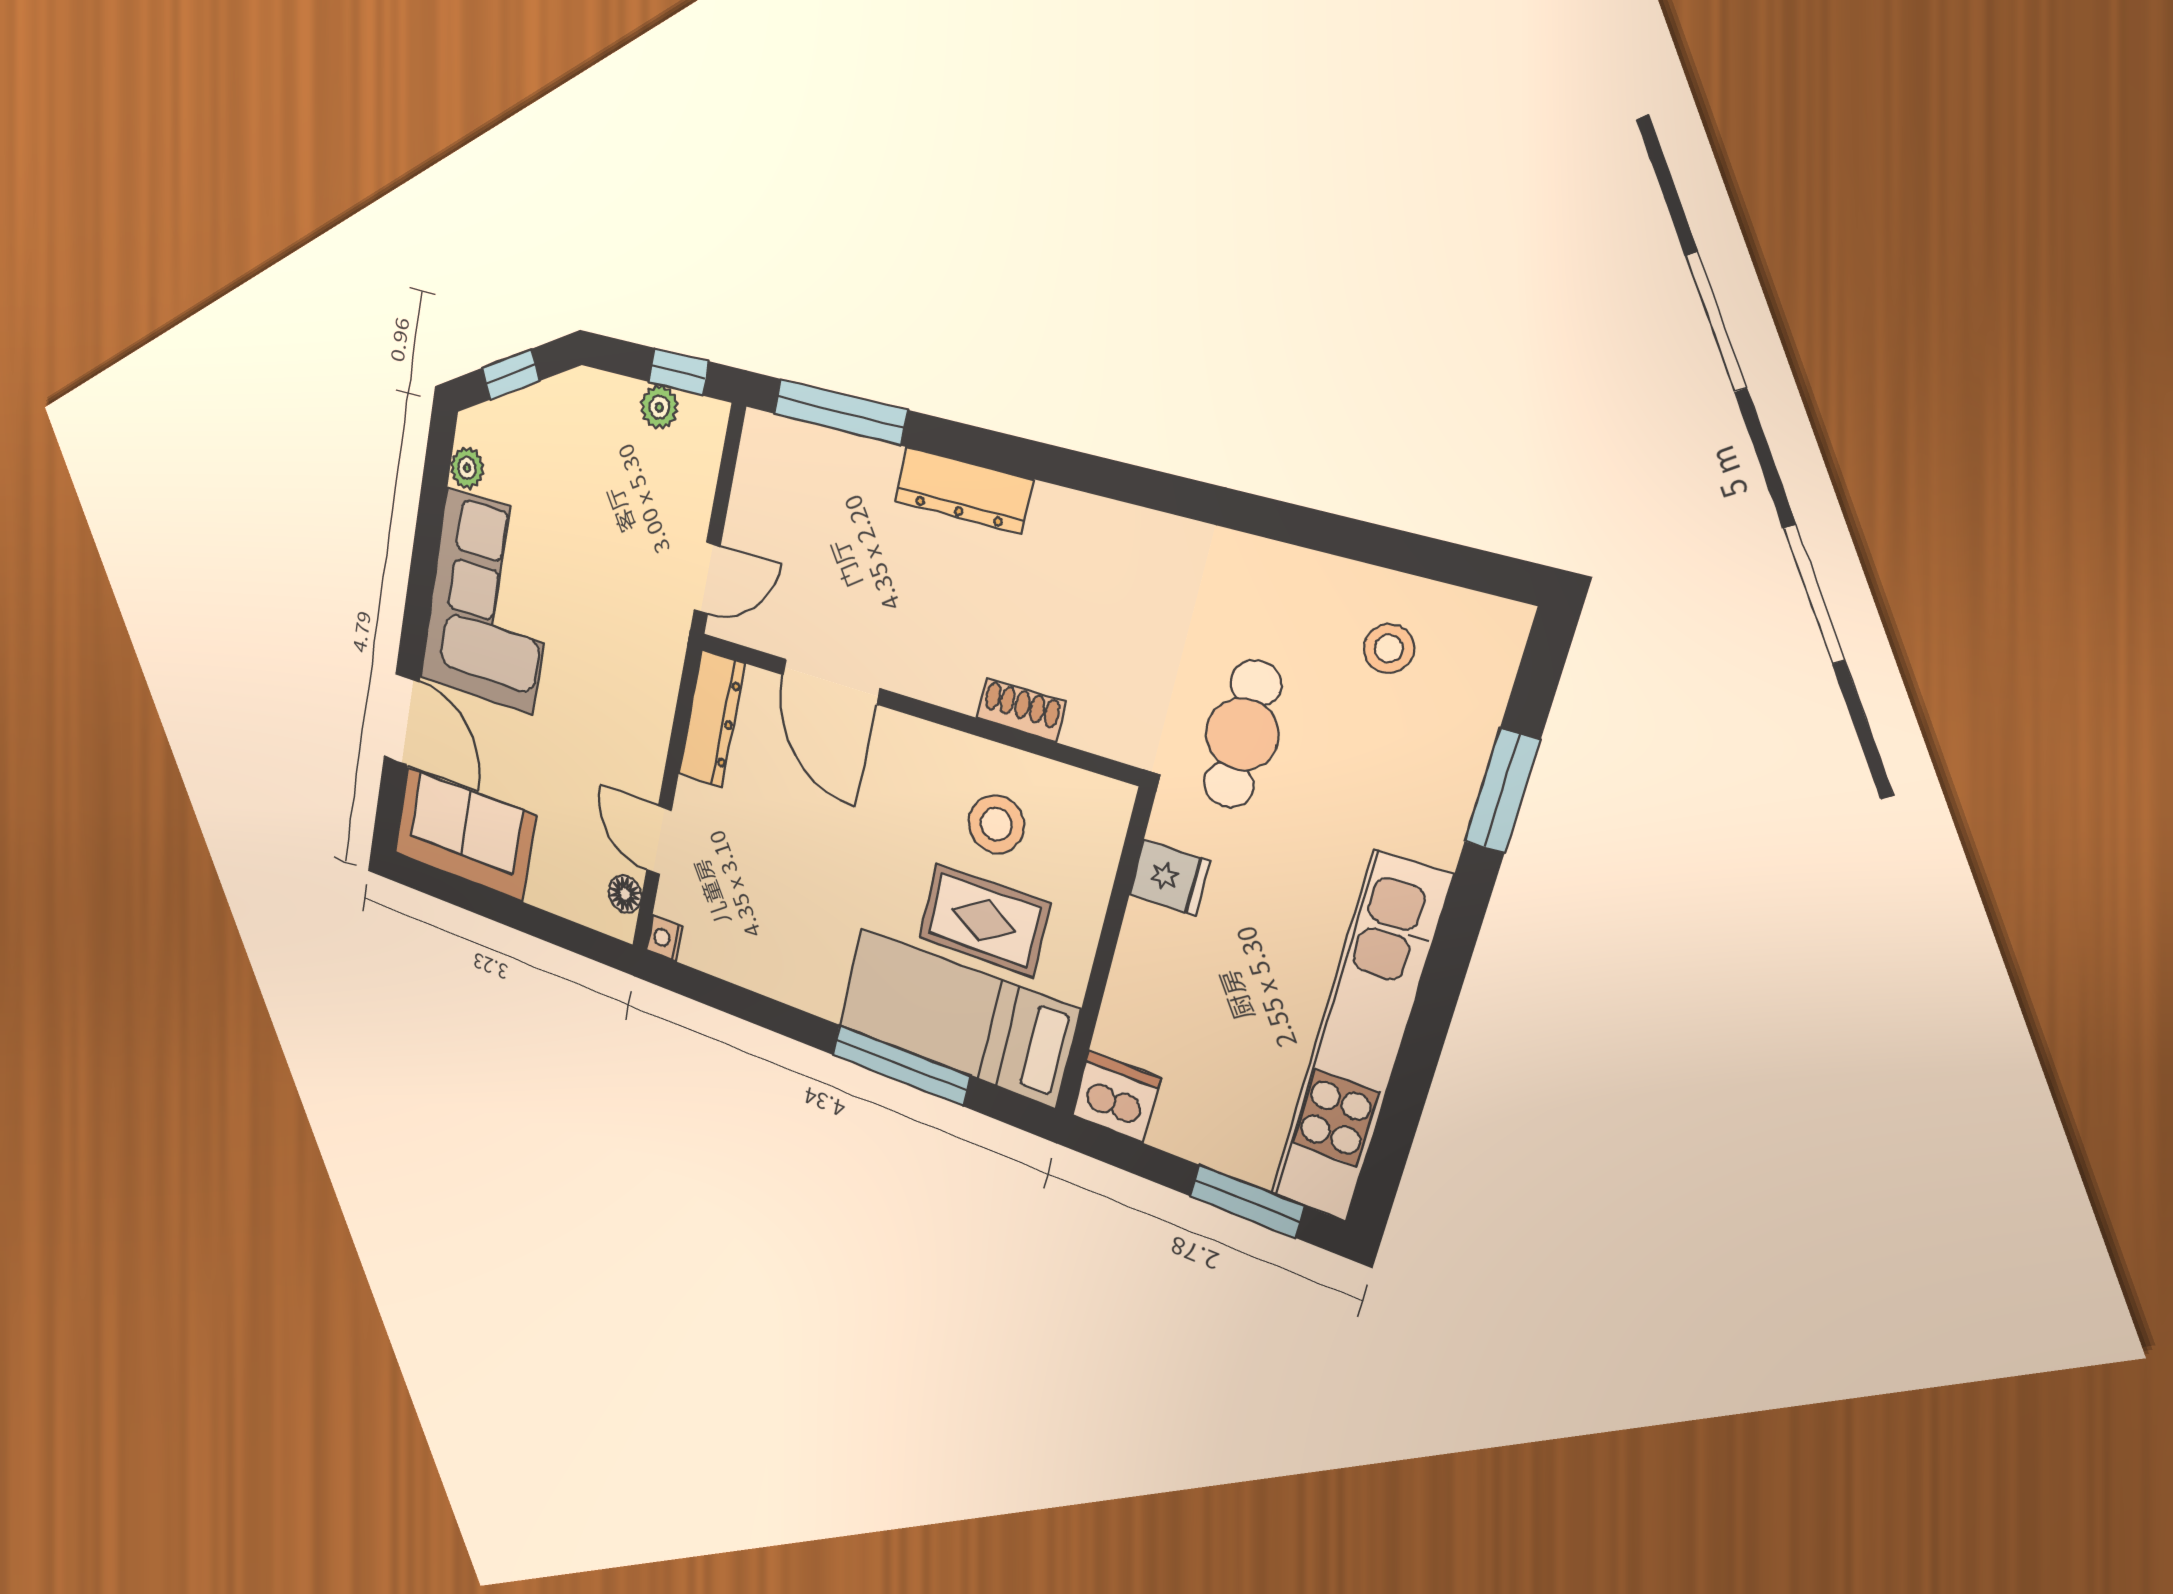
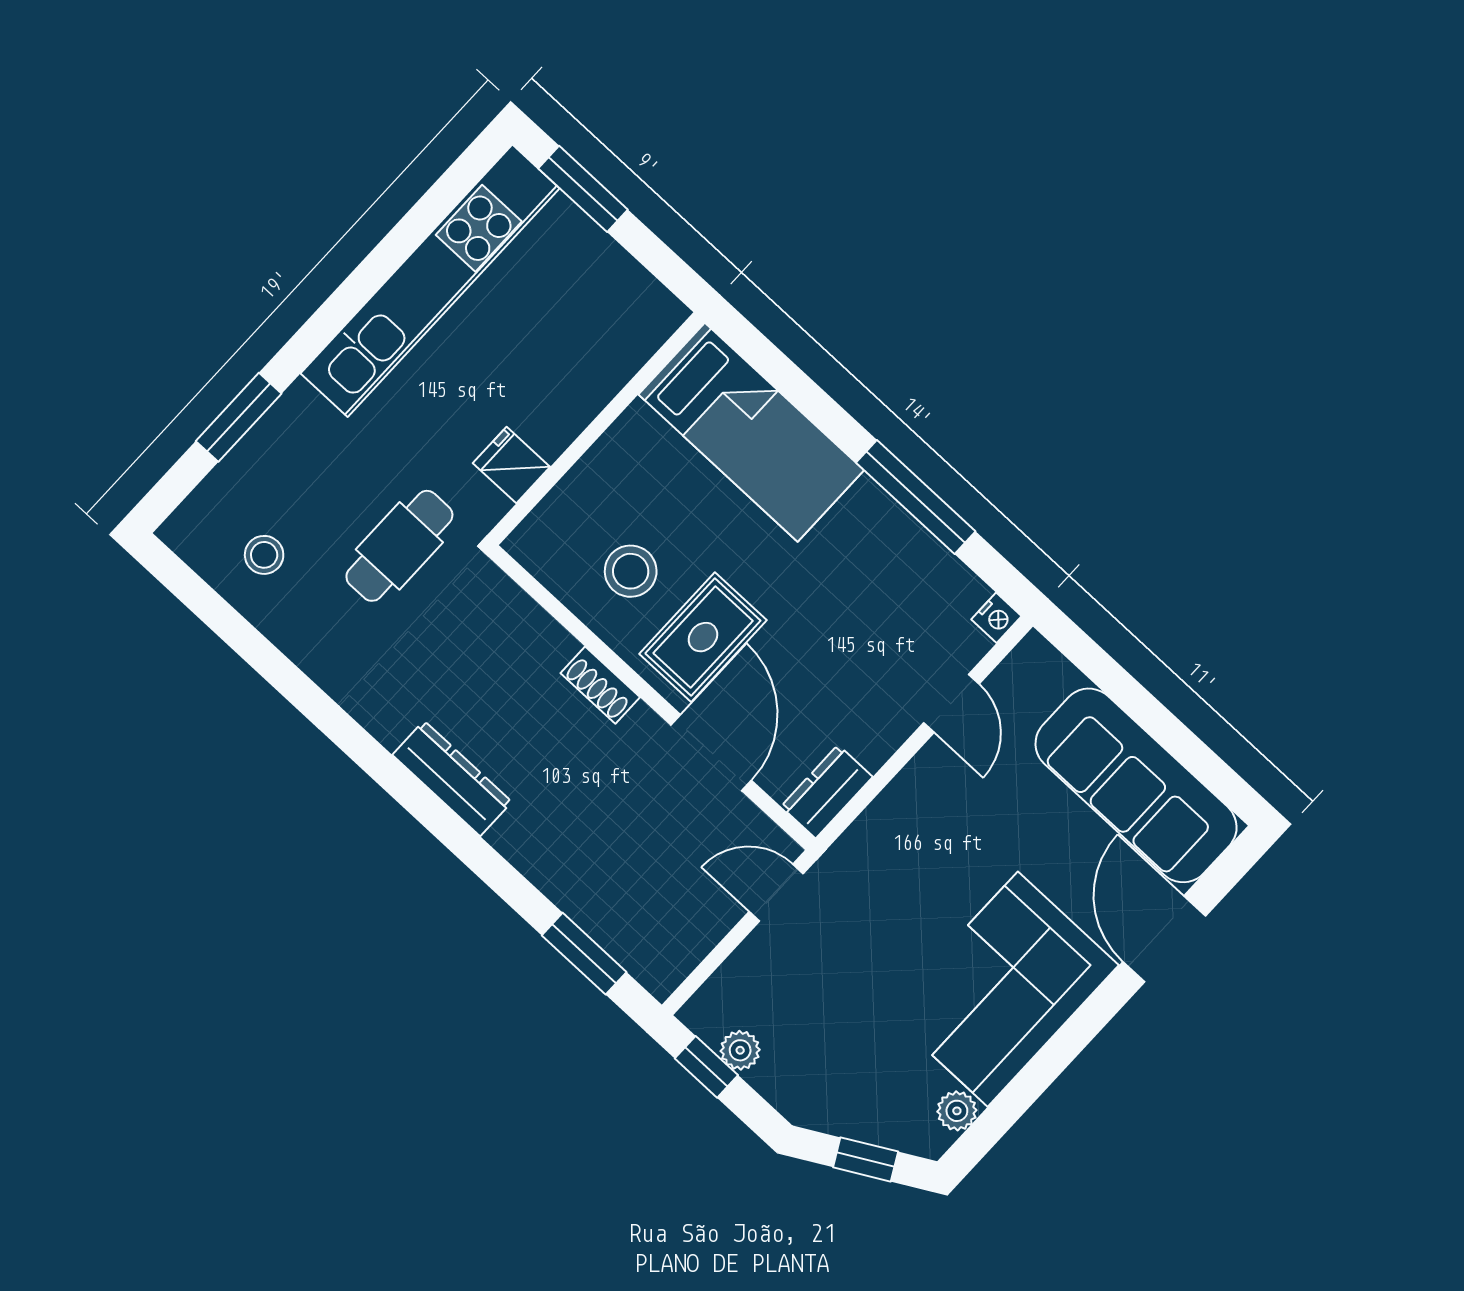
window: (840, 412) -> (584, 954), width x0.69
dresser: (963, 490) -> (452, 778), moved
shoe rack: (1021, 710) -> (600, 685), moved
dresser: (712, 719) -> (827, 792), width x0.70
sofa: (464, 834) -> (1136, 785), width x1.36
floor lamp: (625, 894) -> (1014, 674), removed
rug: (984, 920) -> (703, 637), moved, turned 90
window: (901, 1065) -> (916, 497), moved
dishwasher: (1116, 1097) -> (647, 312), removed

